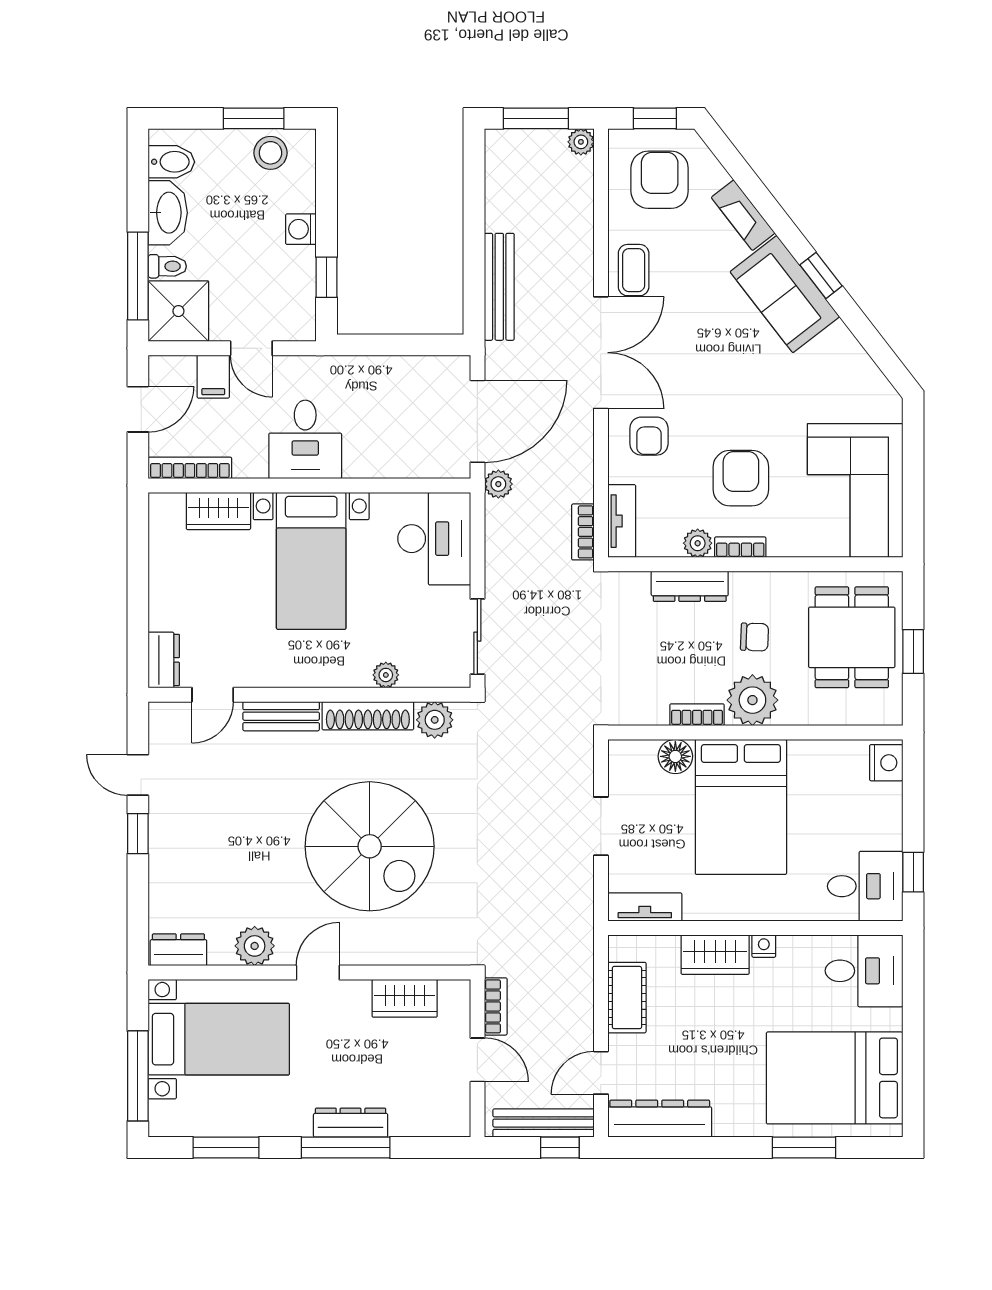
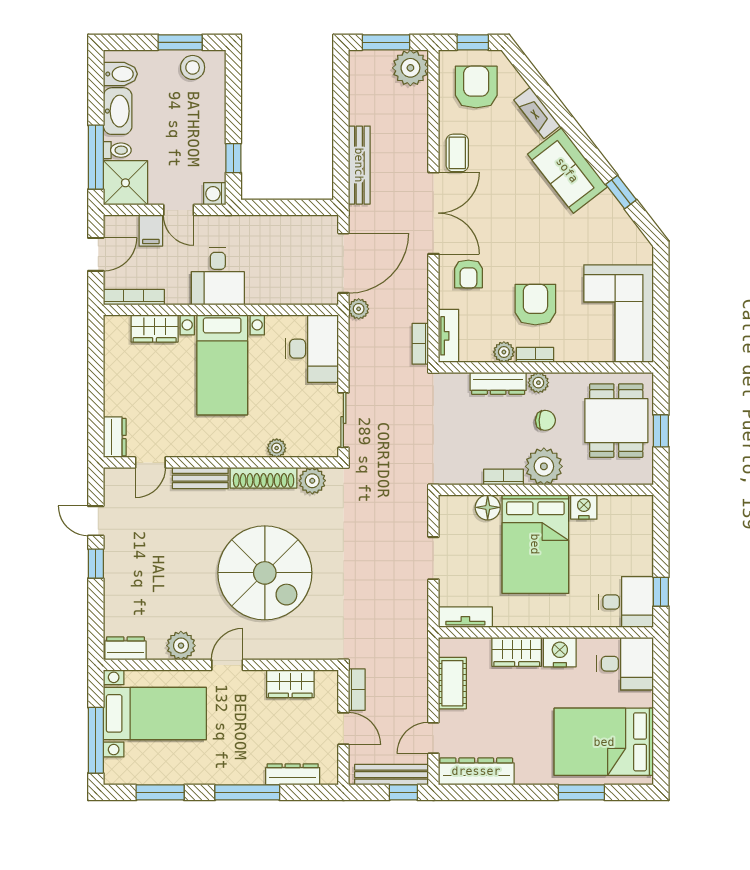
plant: (581, 142) -> (410, 68), width x1.87, depth x1.87
washing machine: (301, 229) -> (215, 194), moved
window: (821, 275) -> (621, 192), moved
plant: (745, 585) -> (538, 383), added
nightstand: (886, 763) -> (584, 507), moved, turned -90
nightstand: (764, 946) -> (560, 652), width x1.89, depth x1.79
dresser: (351, 1123) -> (293, 774), moved

